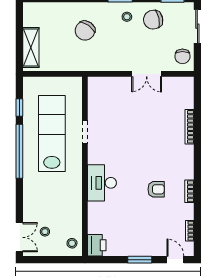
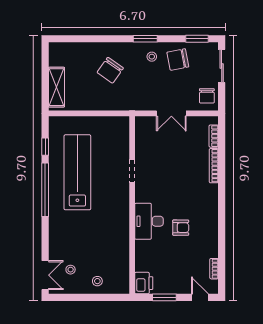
doorway: (85, 132) -> (132, 171), moved
wall: (85, 166) -> (132, 205), moved
desk: (102, 183) -> (149, 221), moved
bookcase: (189, 191) -> (214, 136), moved
printer: (97, 245) -> (144, 283), moved

